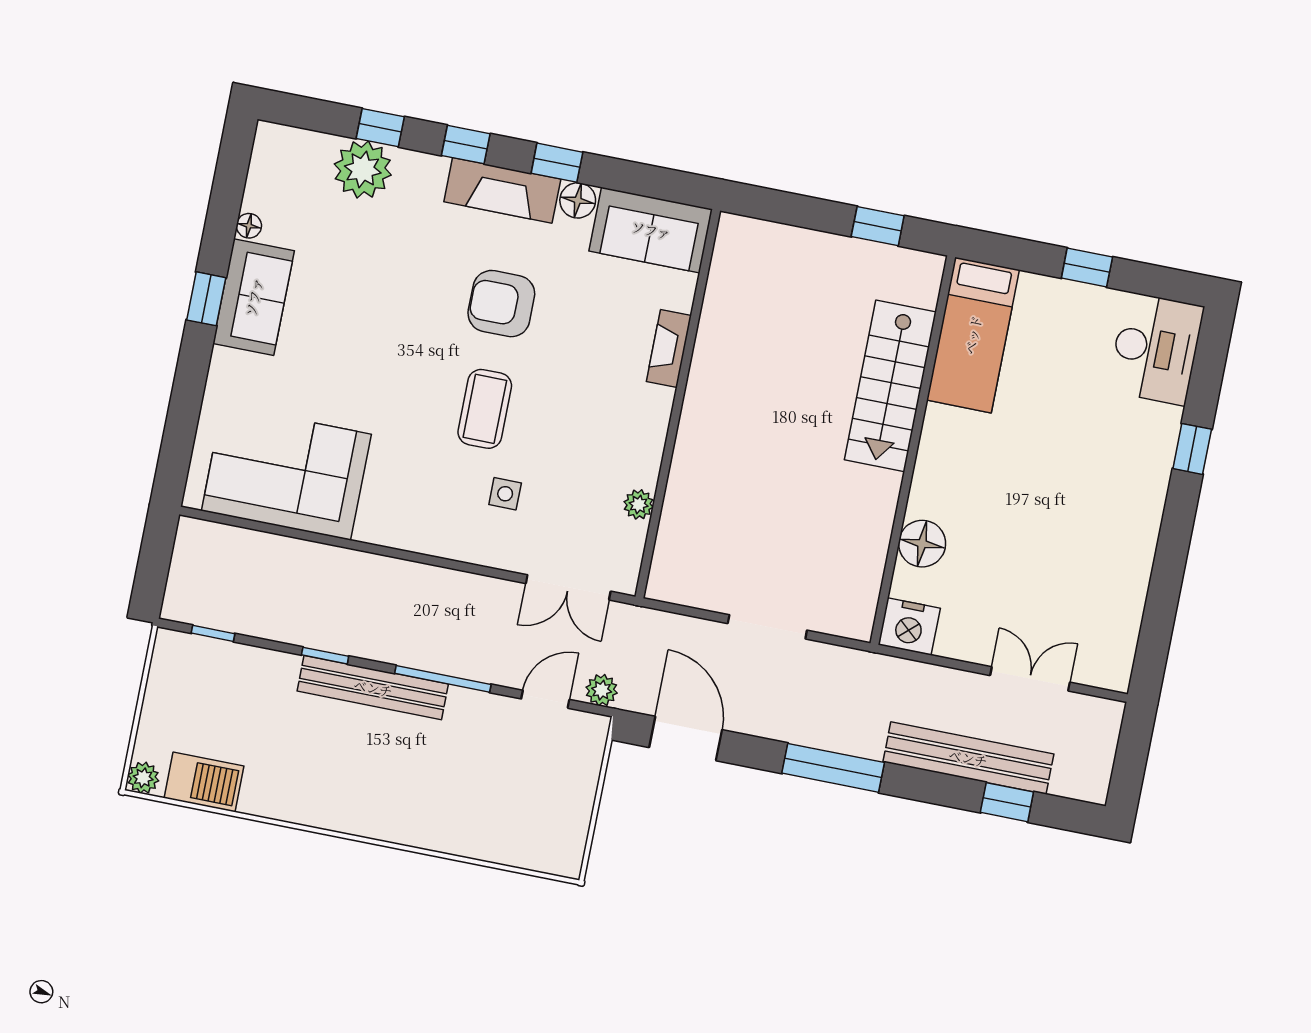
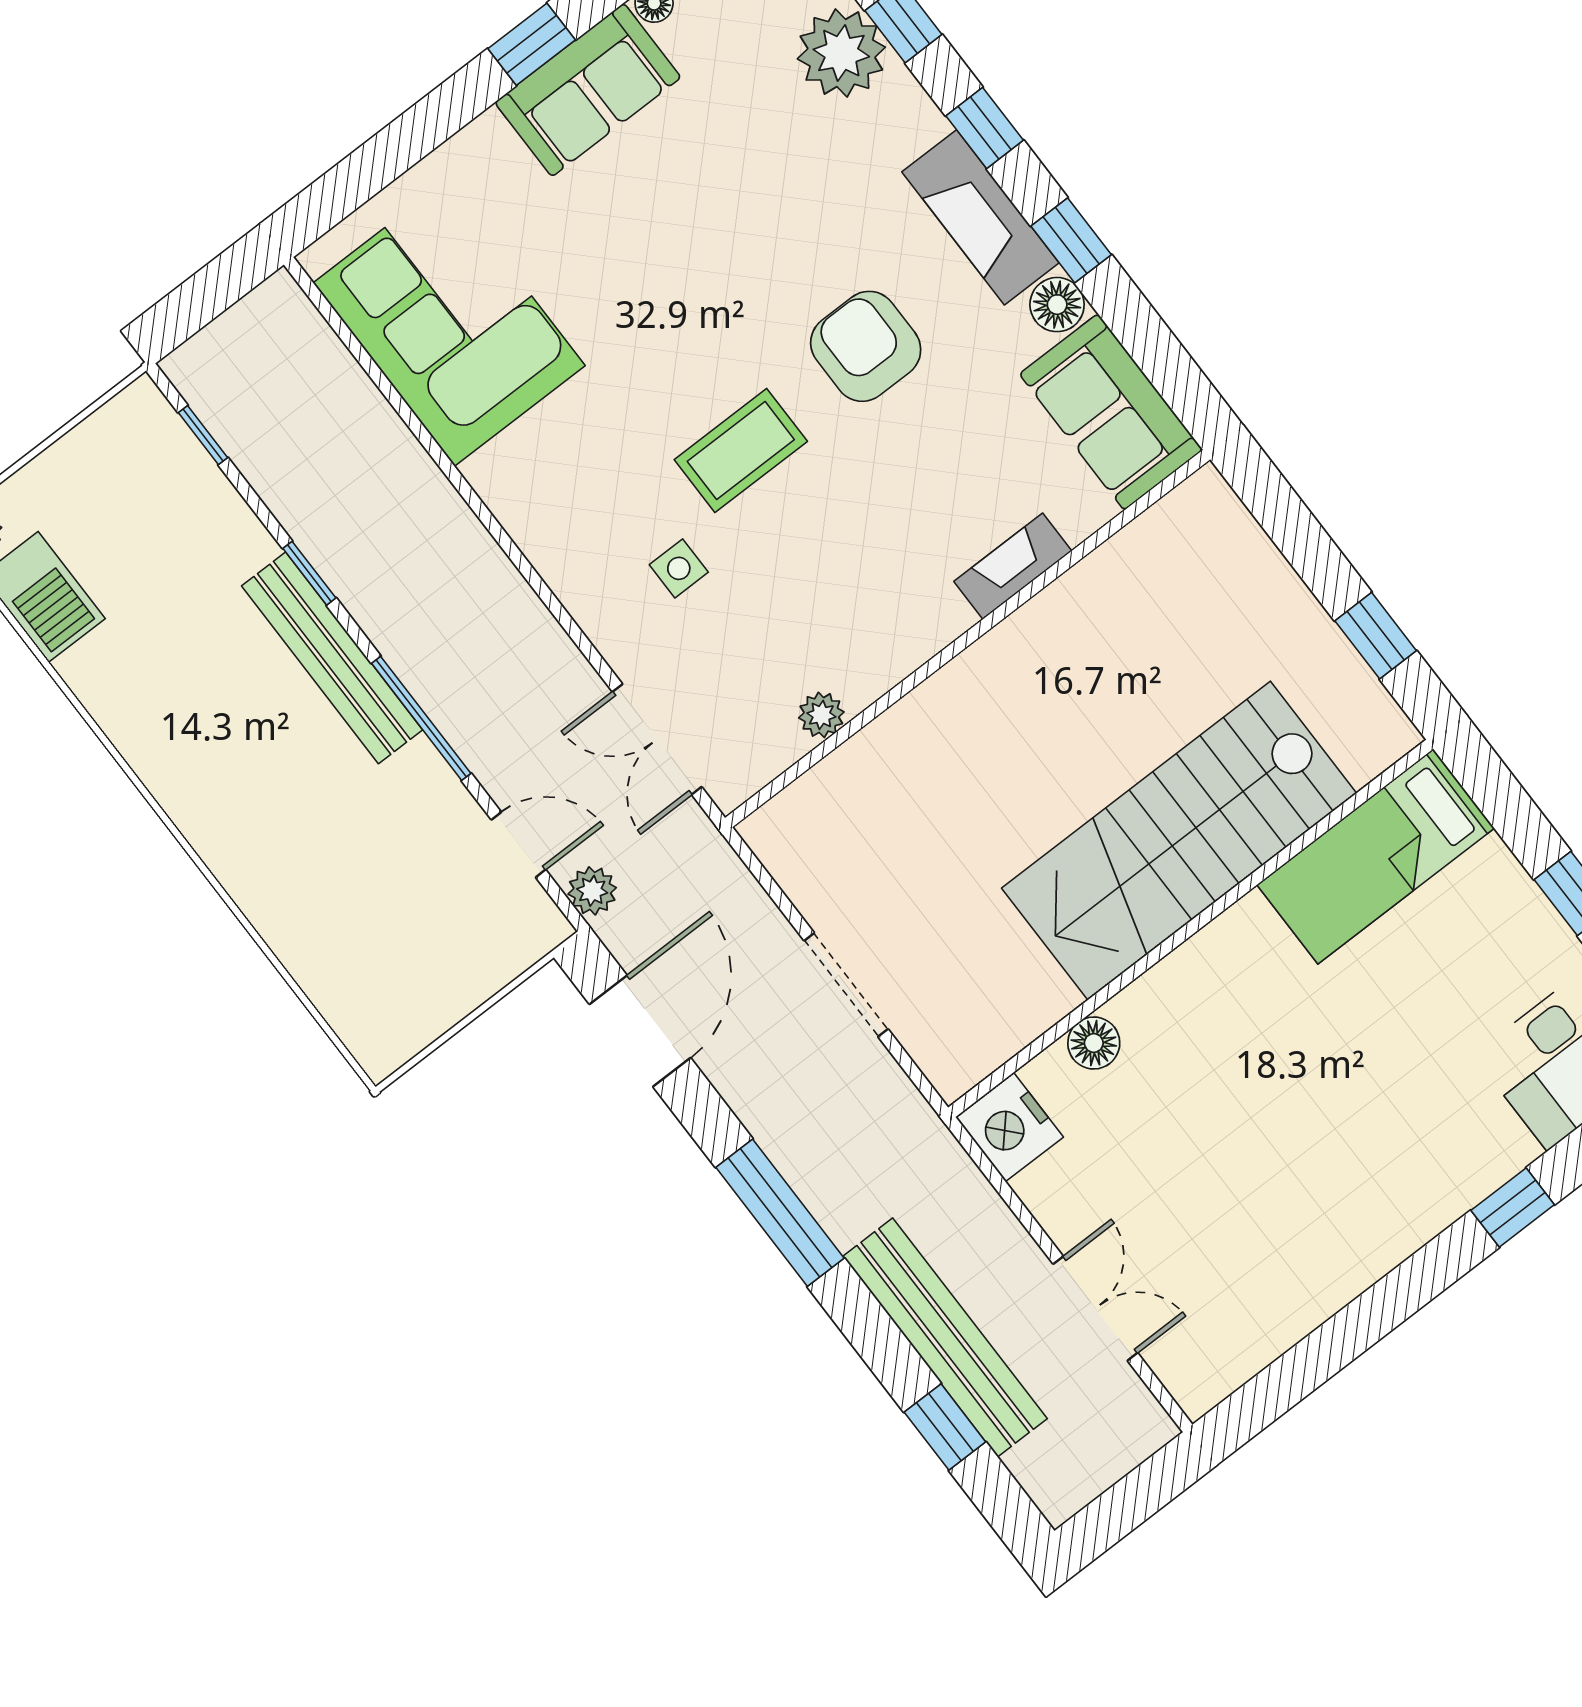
stairs: (890, 386) -> (1179, 841), width x1.36, depth x1.51
floor lamp: (922, 544) -> (1094, 1043), width x0.73, depth x0.73

